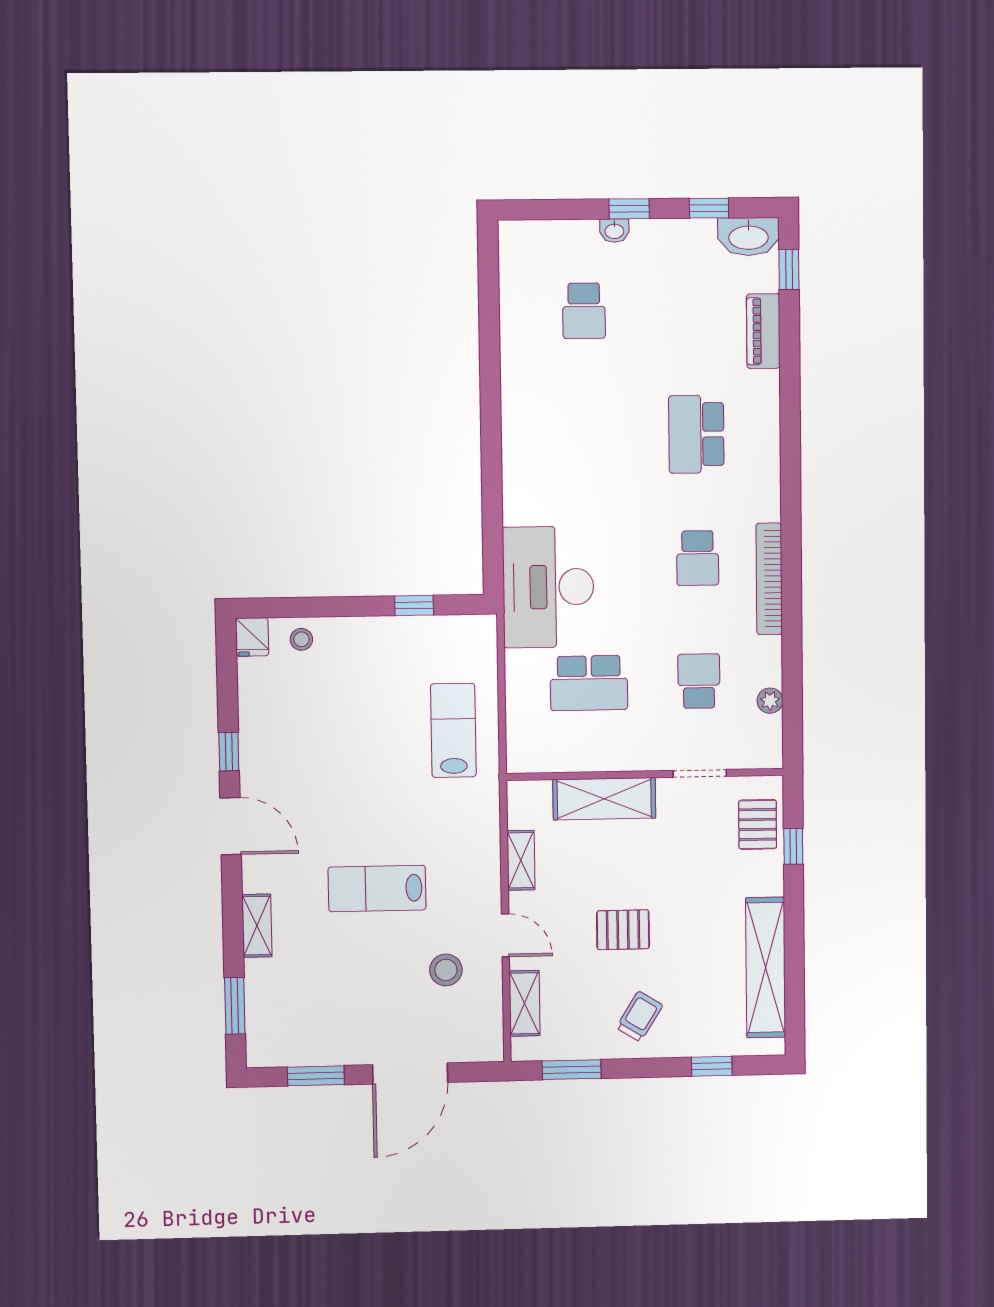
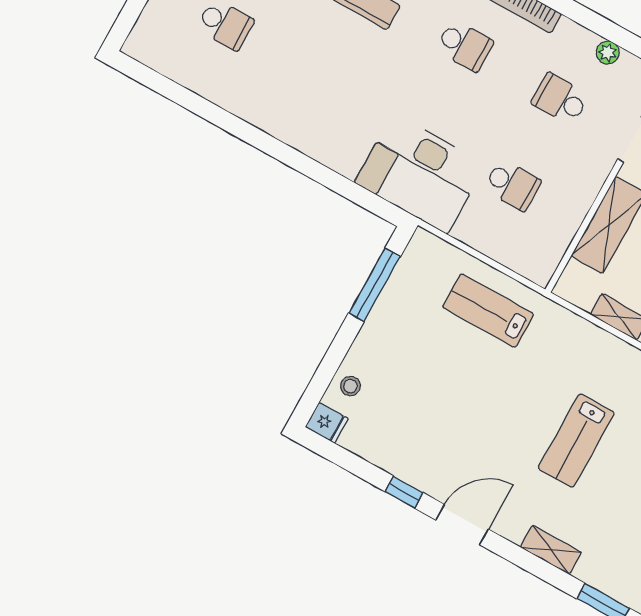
window: (414, 605) -> (374, 285), width x2.17
school desk: (589, 683) -> (512, 185), width x0.54

